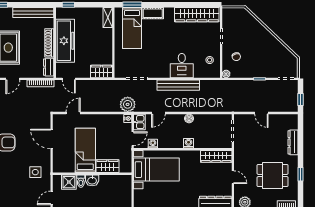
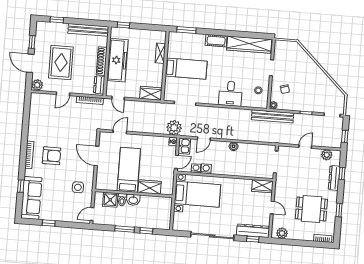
cot: (153, 13) -> (216, 41), moved
shelving: (108, 18) -> (160, 53), moved
bed: (132, 28) -> (186, 69), moved, turned -90
bench: (178, 85) -> (272, 116), moved
door: (261, 113) -> (305, 147), swing flipped
plant: (284, 120) -> (327, 155), added
window: (301, 137) -> (342, 174), added
washing machine: (189, 143) -> (206, 169), moved
wardrobe: (216, 156) -> (262, 186), width x0.67

